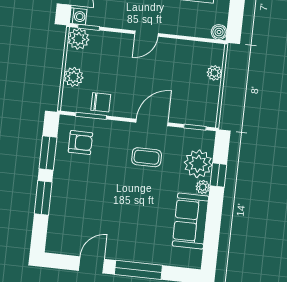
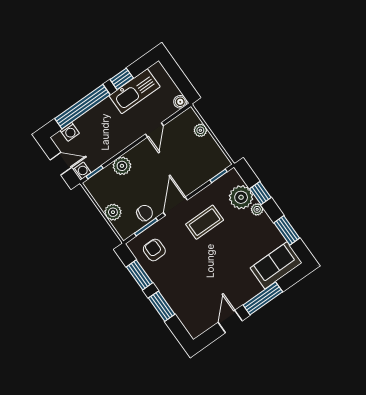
door: (146, 34) -> (154, 130), moved
plant: (78, 39) -> (122, 166), moved
door: (152, 122) -> (175, 206), moved
armchair: (80, 143) -> (154, 250), turned -90
coffee table: (147, 157) -> (205, 222), width x1.36, depth x1.30
sofa: (191, 221) -> (276, 265), moved, turned 90
window: (213, 229) -> (287, 230), added

